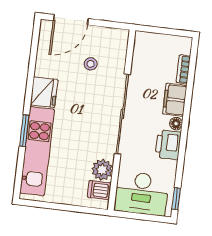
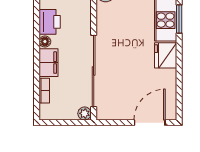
plant: (142, 38) -> (85, 113), added
stool: (91, 64) -> (127, 85), removed
sliding door: (122, 114) -> (94, 71), moved

